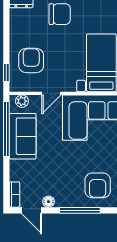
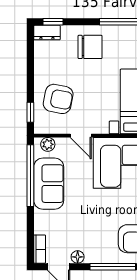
armchair: (31, 61) -> (58, 99), turned 101
door: (51, 93) -> (81, 136), hinge flipped

